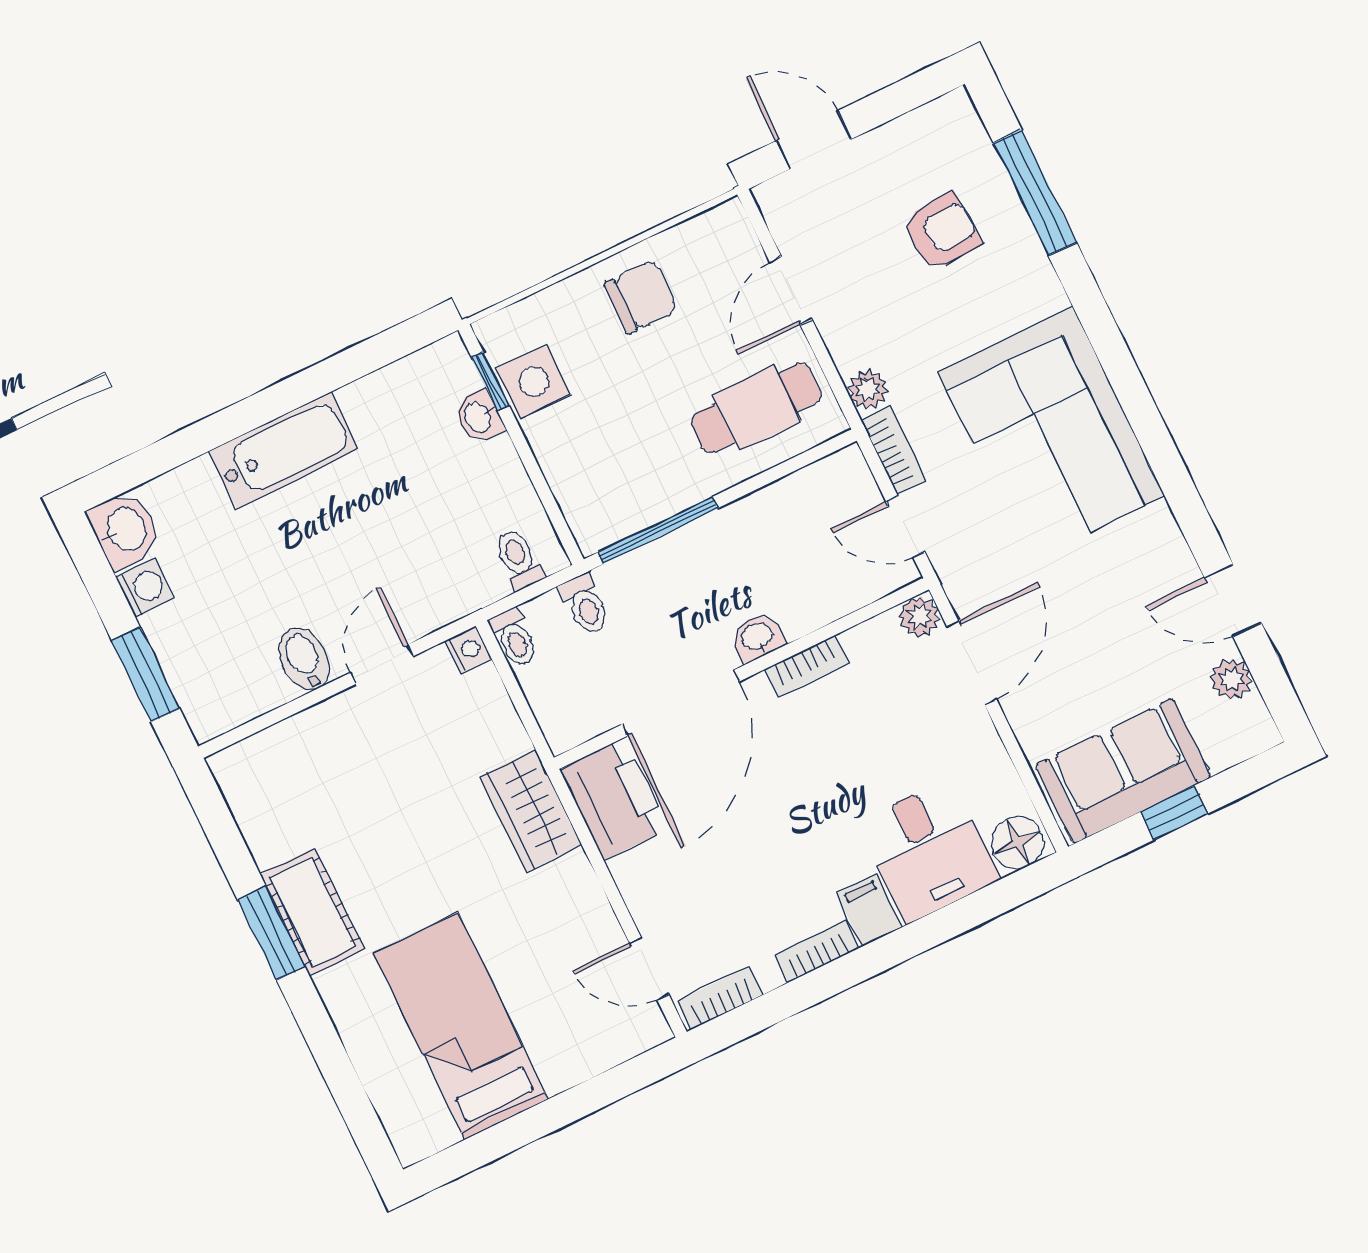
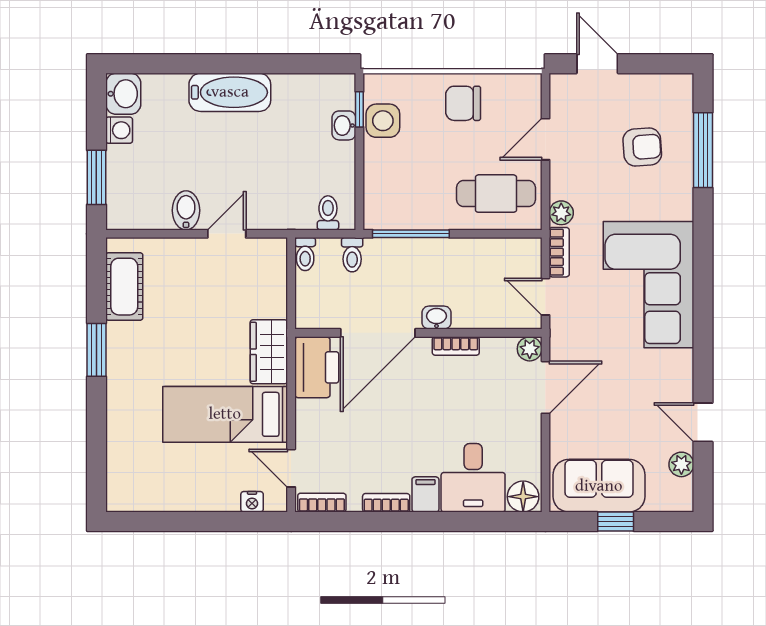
chair: (641, 297) -> (463, 103), turned 180
nightstand: (468, 650) -> (252, 502), moved, turned 90
cot: (312, 912) -> (124, 287), moved
bed: (461, 1026) -> (225, 414), moved, turned -90

